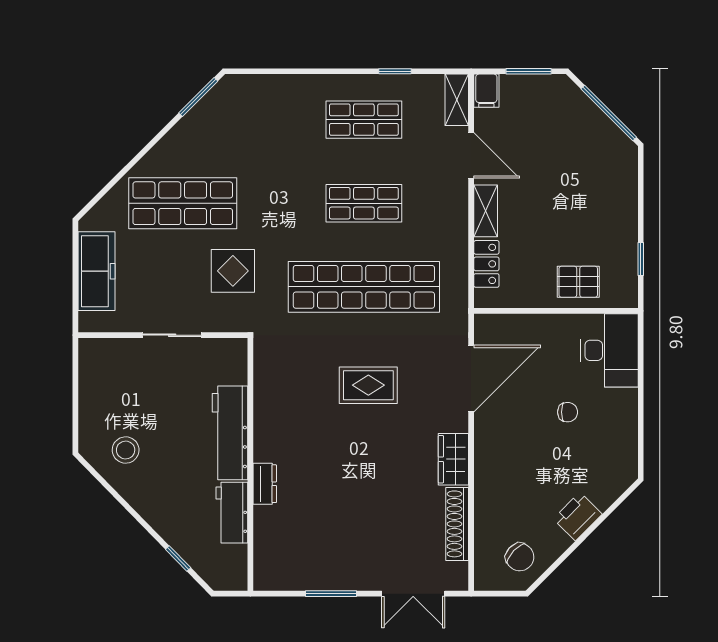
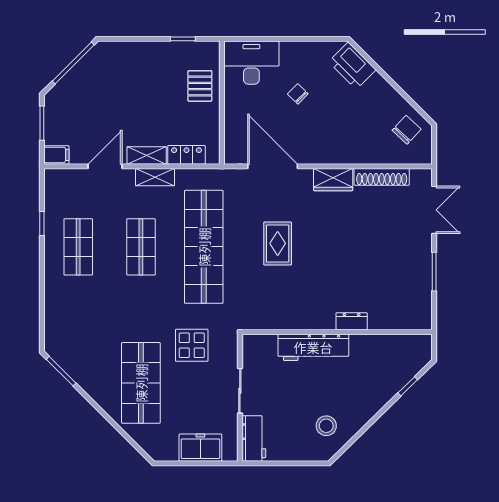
shelving: (457, 100) -> (155, 177), moved
freezer: (96, 271) -> (200, 448), width x0.71
chair: (568, 412) -> (298, 94), turned -45
workbench: (232, 513) -> (254, 438), moved, turned -90
printer: (578, 516) -> (352, 66), moved, width x1.37, depth x1.19

